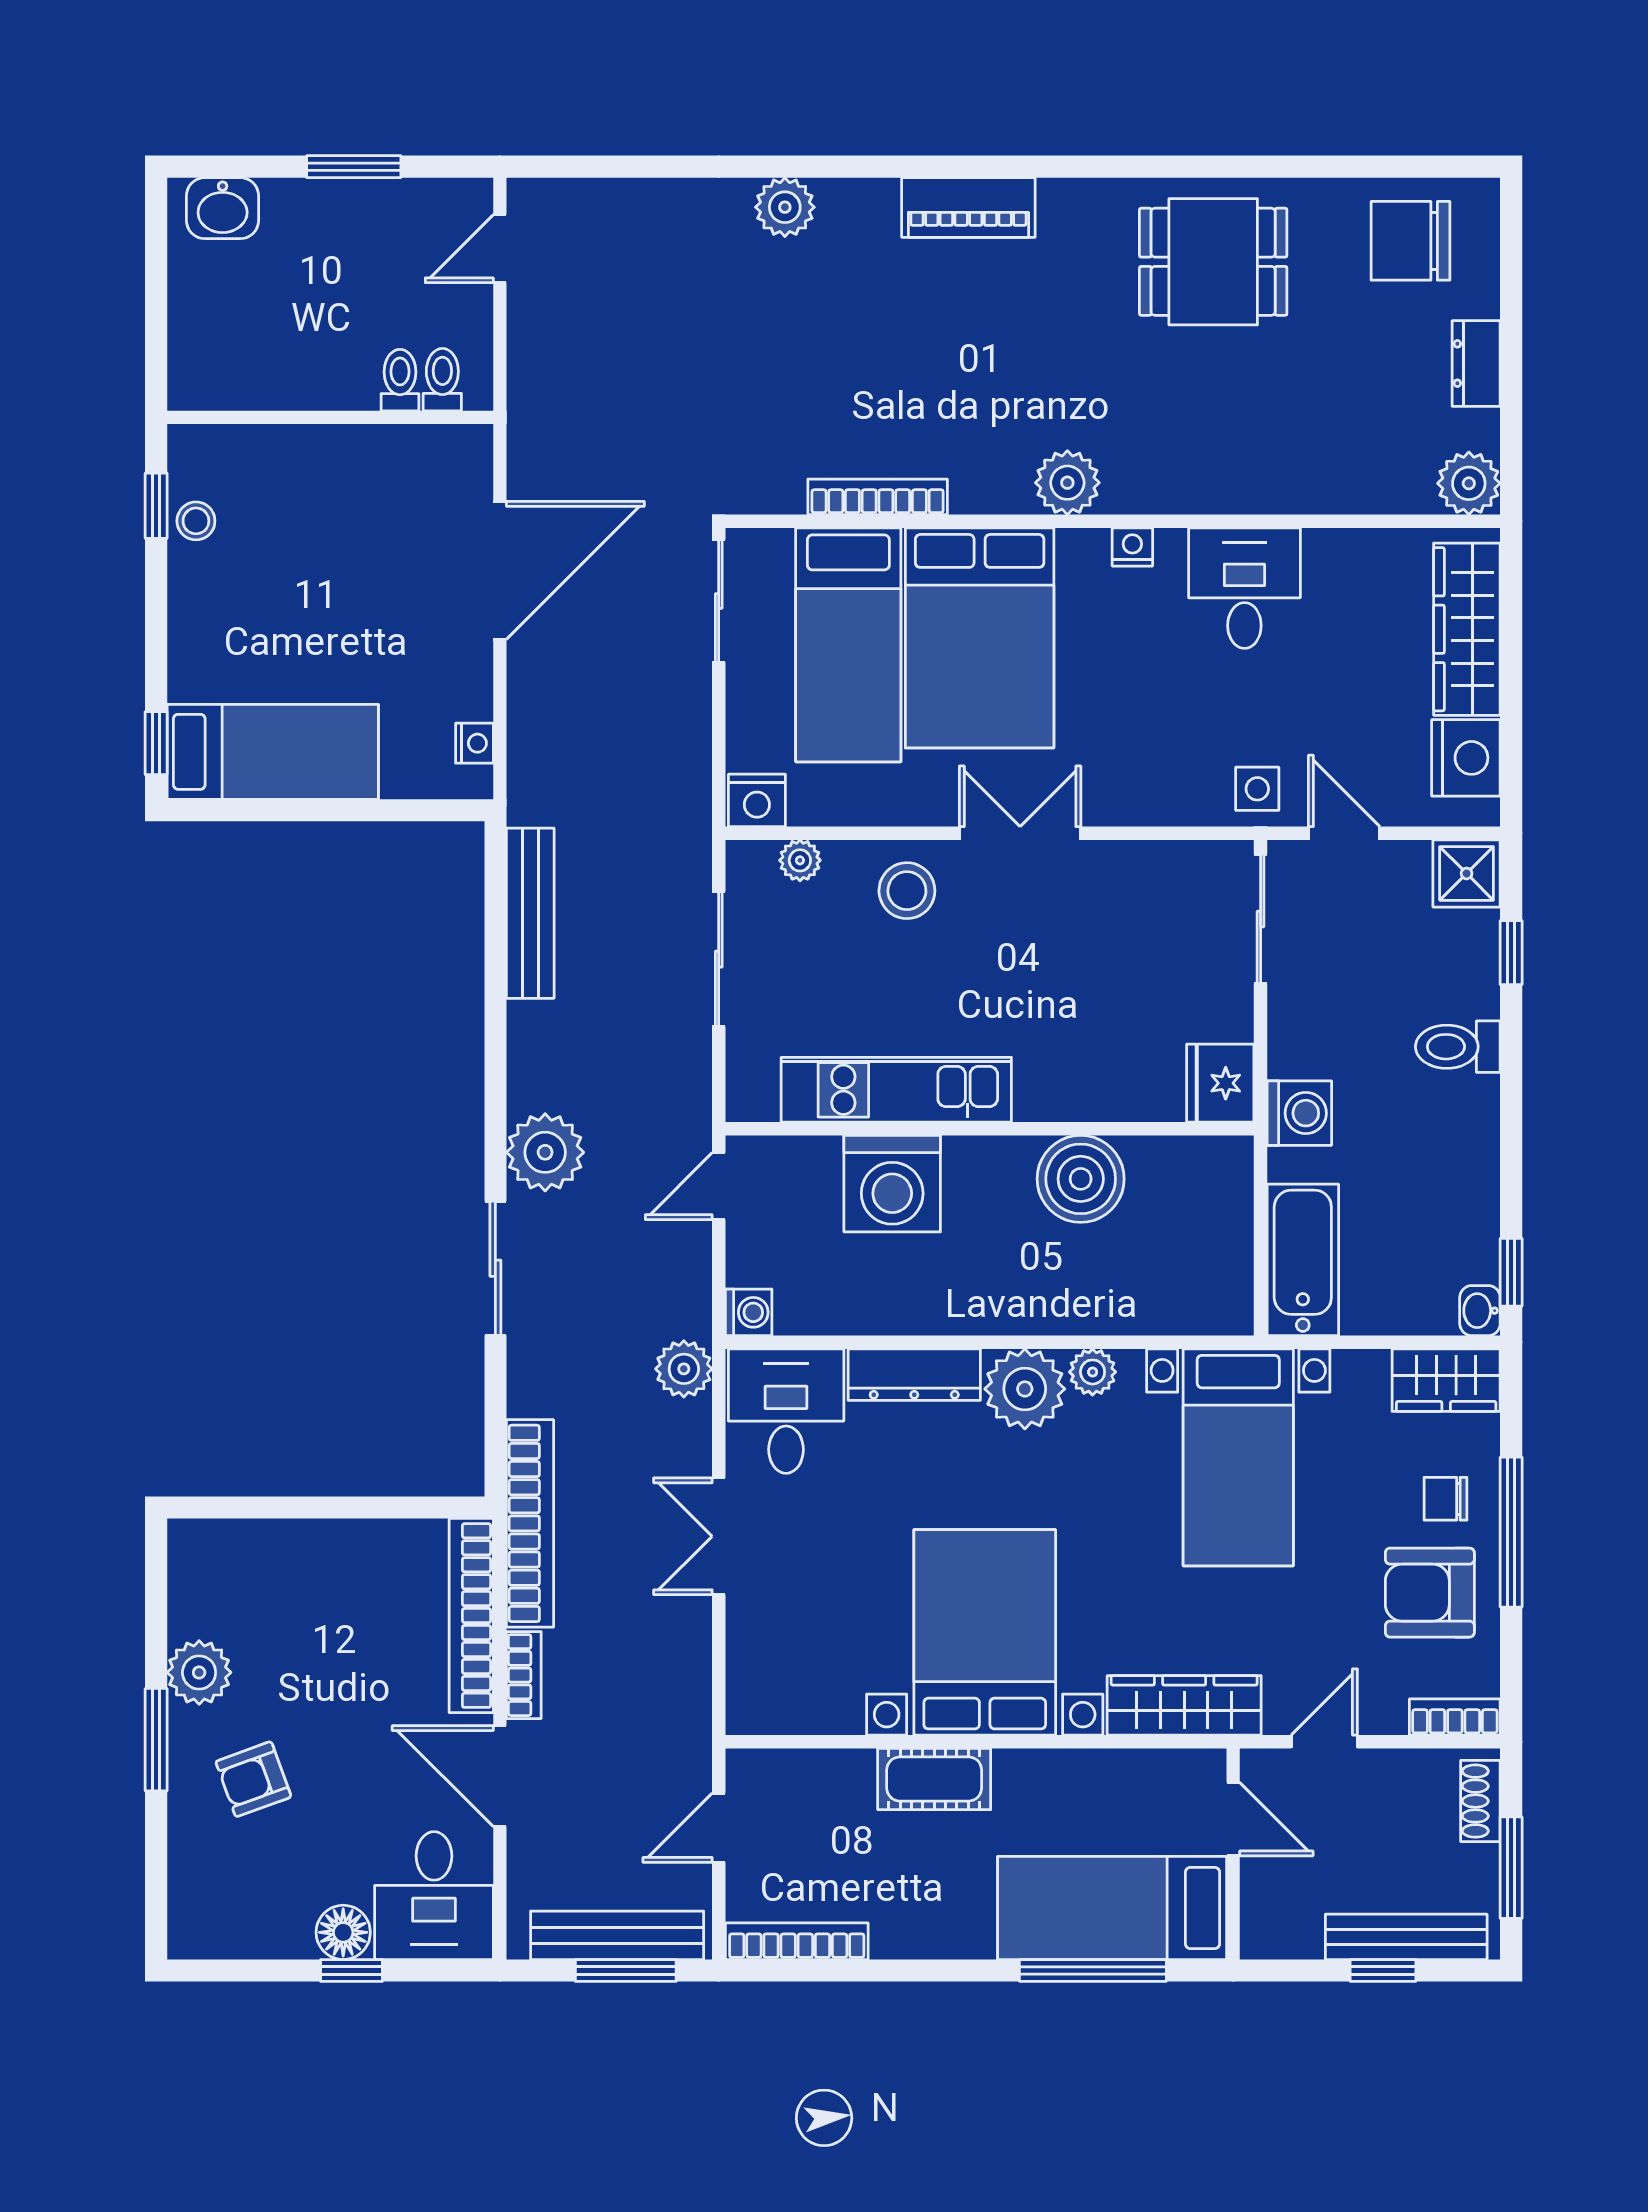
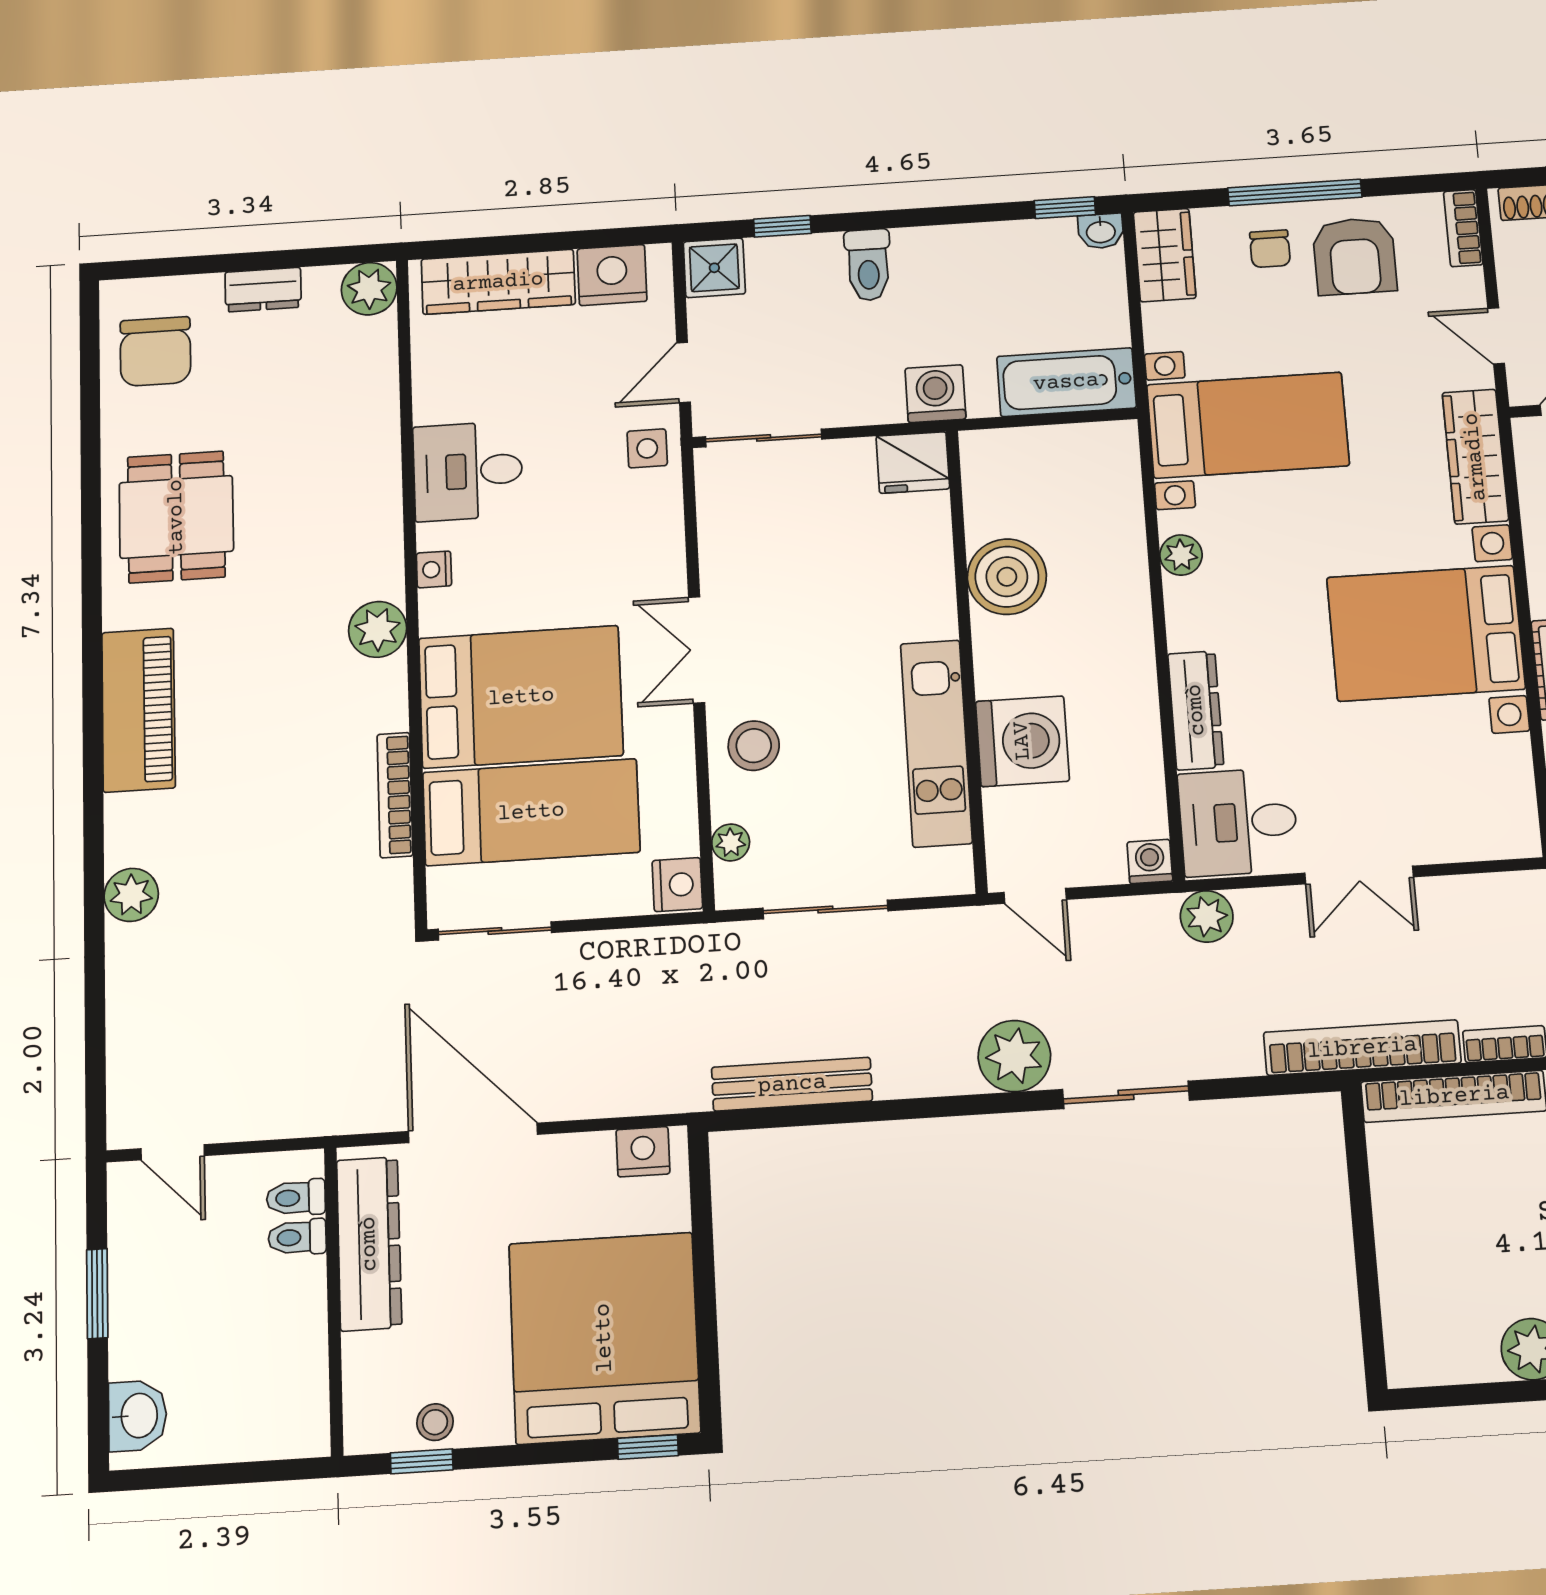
piano: (968, 207) -> (138, 710), width x1.37, depth x1.33
dresser: (388, 456) -> (369, 1244), added
nightstand: (474, 743) -> (643, 1152), width x1.39, depth x1.35
bed: (273, 752) -> (604, 1338), width x2.04
plant: (1025, 1389) -> (1201, 613), removed

